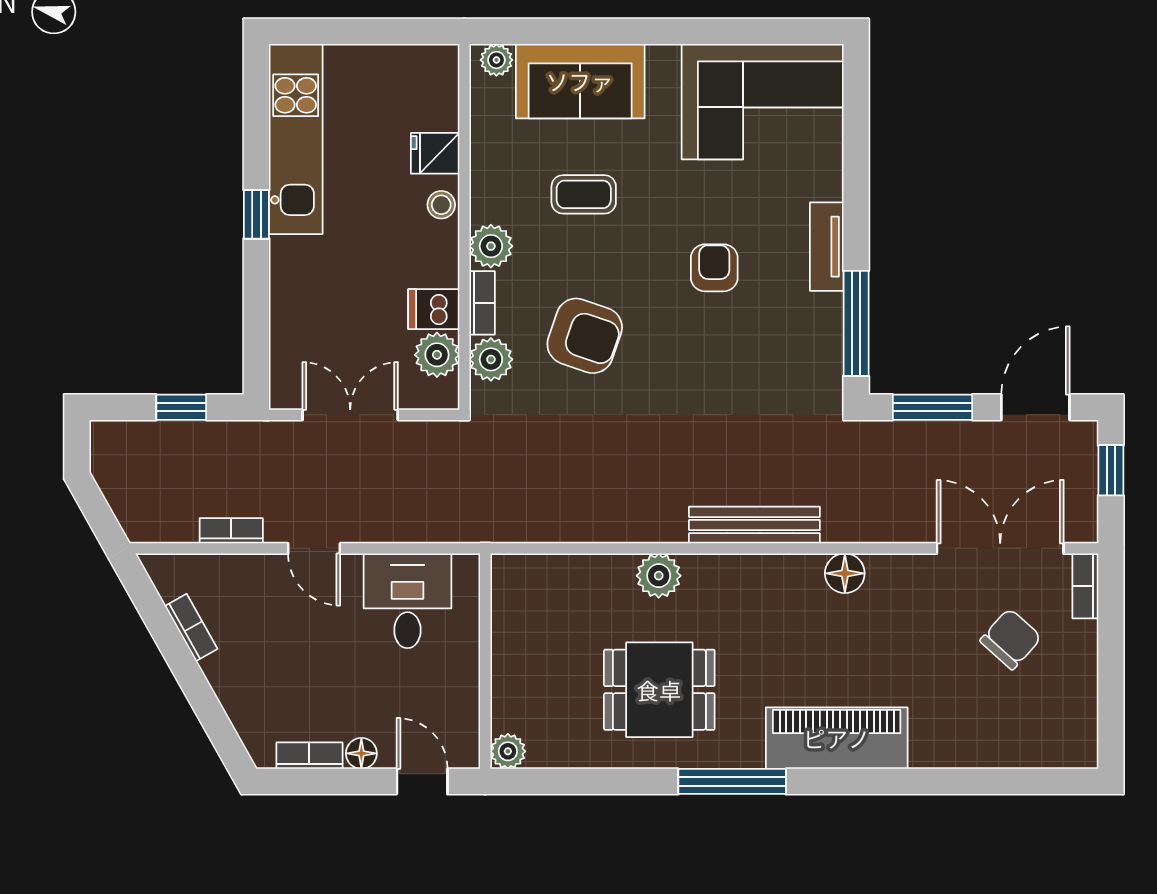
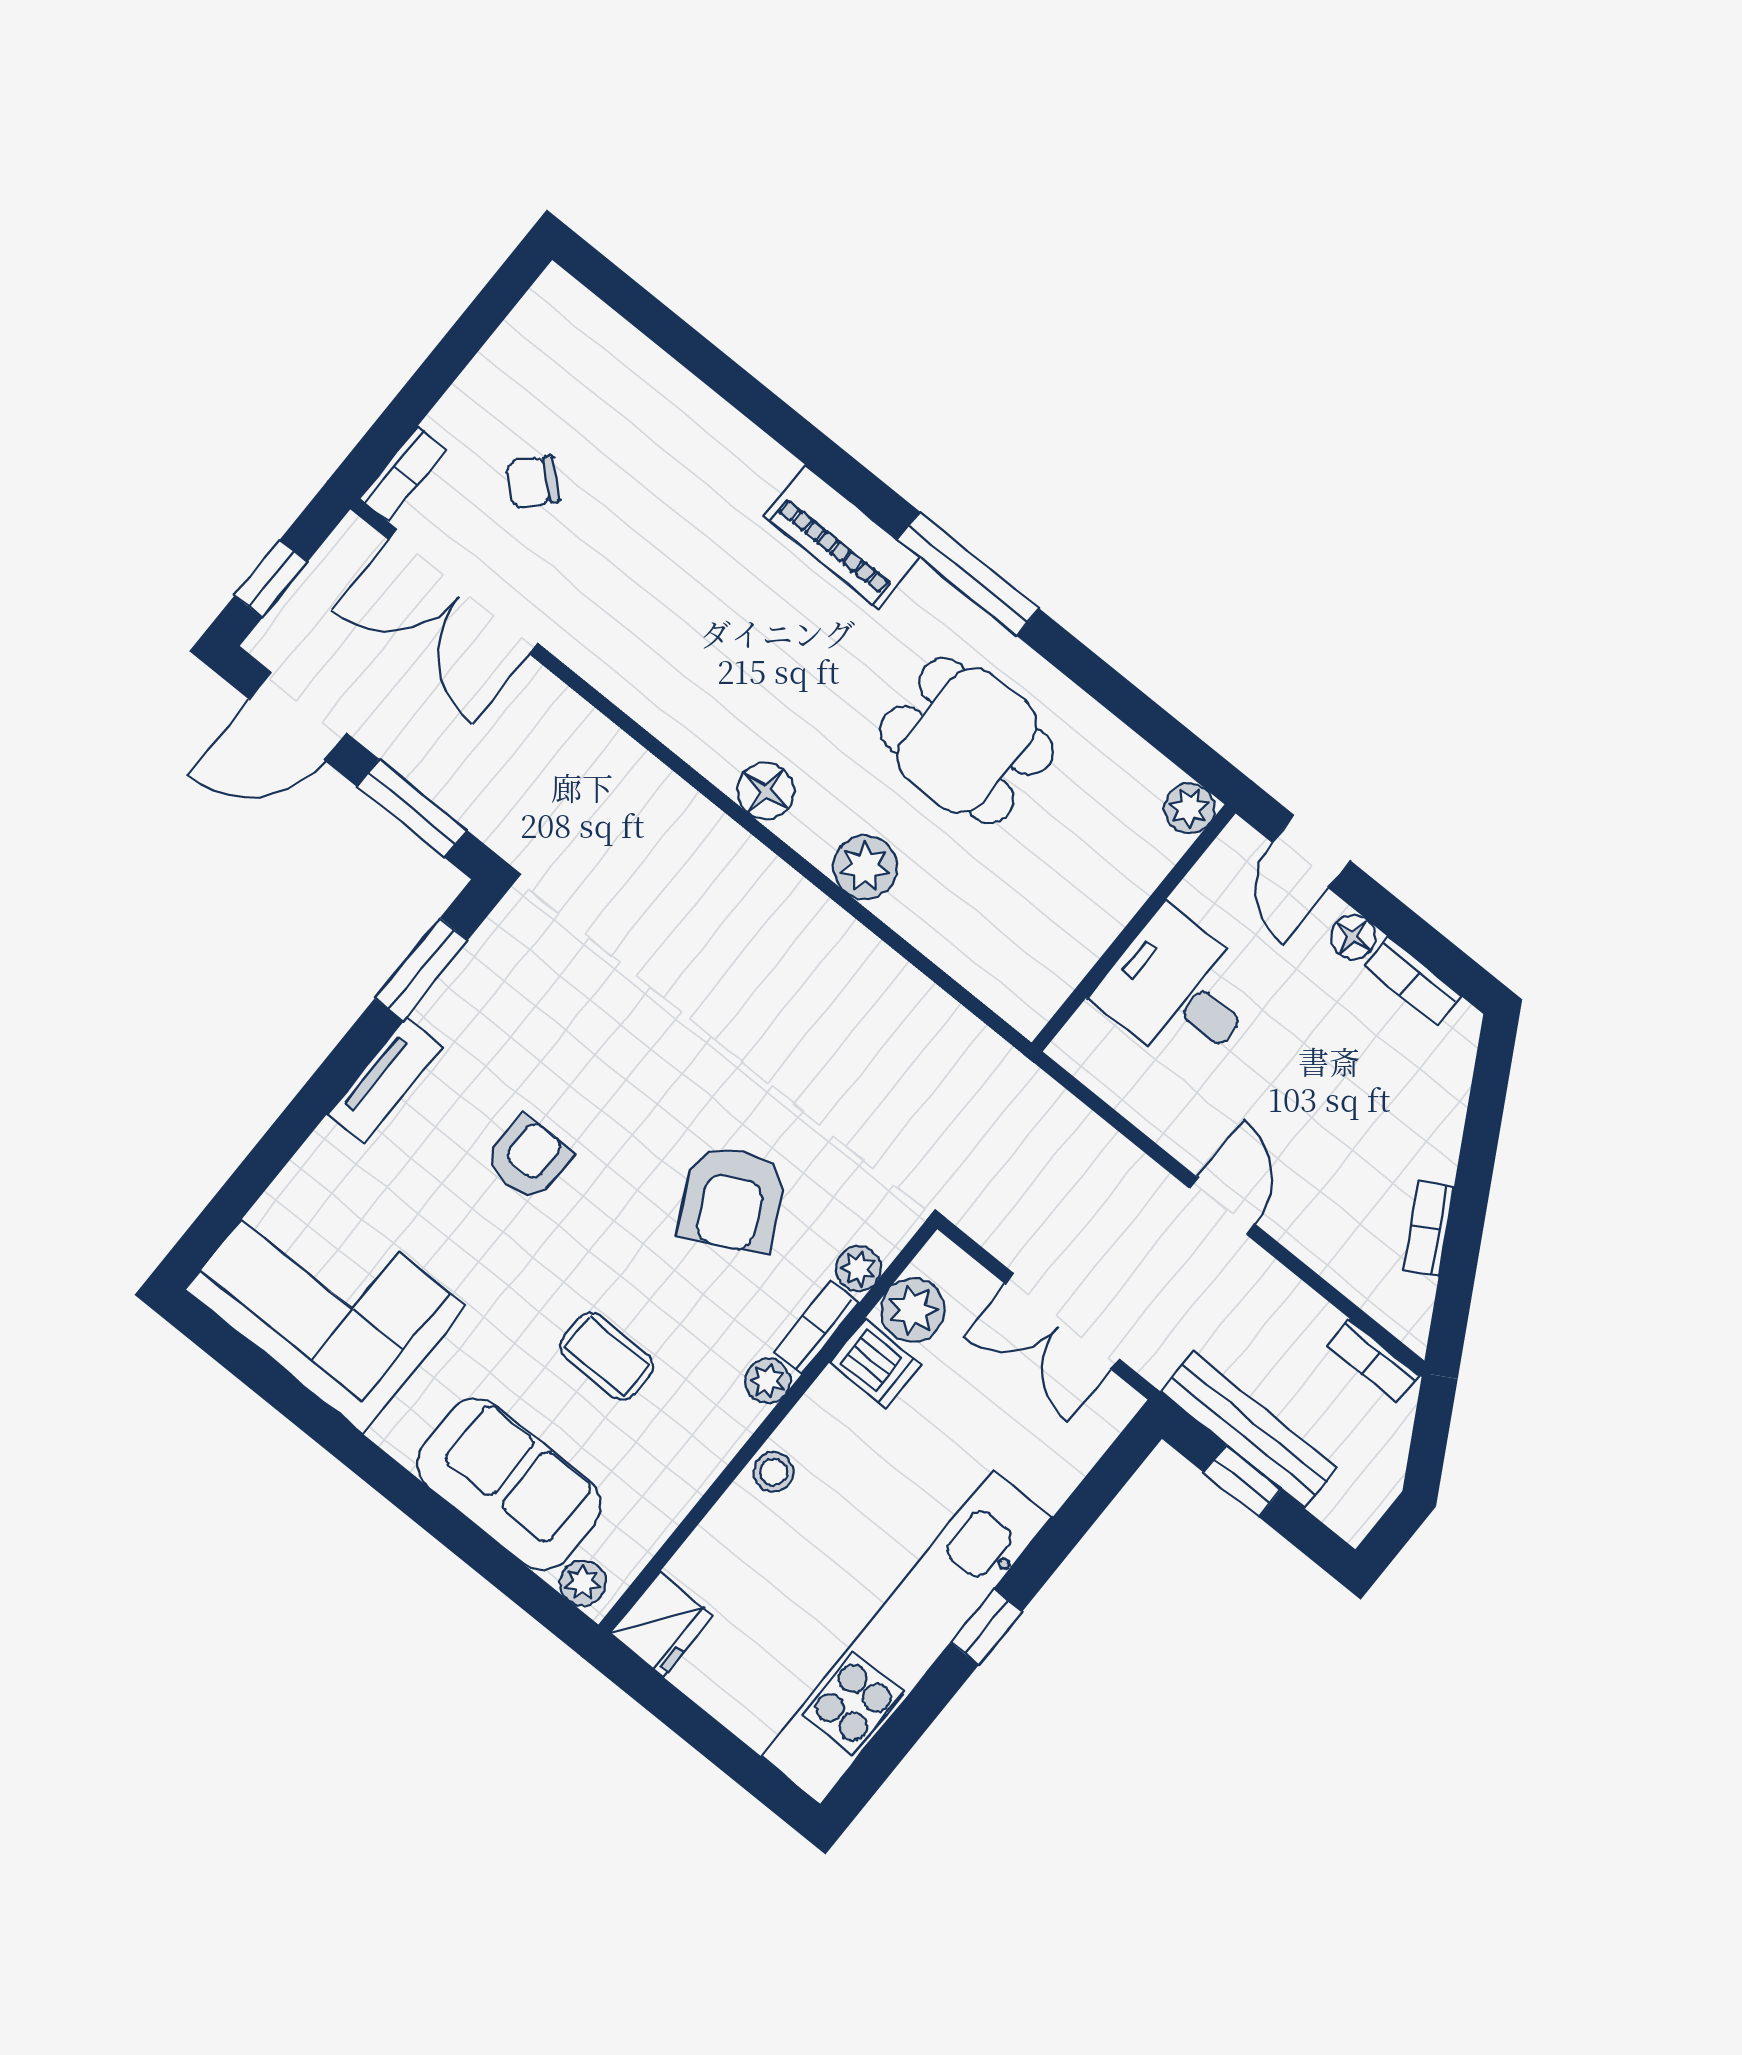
kitchen unit: (296, 139) -> (907, 1637), width x1.36
fridge: (435, 153) -> (662, 1624), moved, width x1.38
plant: (491, 246) -> (767, 1381), width x0.73, depth x0.73
armchair: (714, 268) -> (528, 1158), turned 180
window: (856, 323) -> (421, 969), width x0.69
armchair: (585, 336) -> (732, 1199), turned -136
plant: (491, 359) -> (858, 1268), width x0.73, depth x0.73
bench: (754, 525) -> (1249, 1430), moved
bookcase: (231, 531) -> (1373, 1361), moved
floor lamp: (845, 573) -> (766, 791), moved
desk: (407, 601) -> (1178, 991), moved, turned 90
chair: (1011, 639) -> (533, 482), width x0.73, depth x0.73
piano: (837, 738) -> (842, 537), width x0.73, depth x0.75

